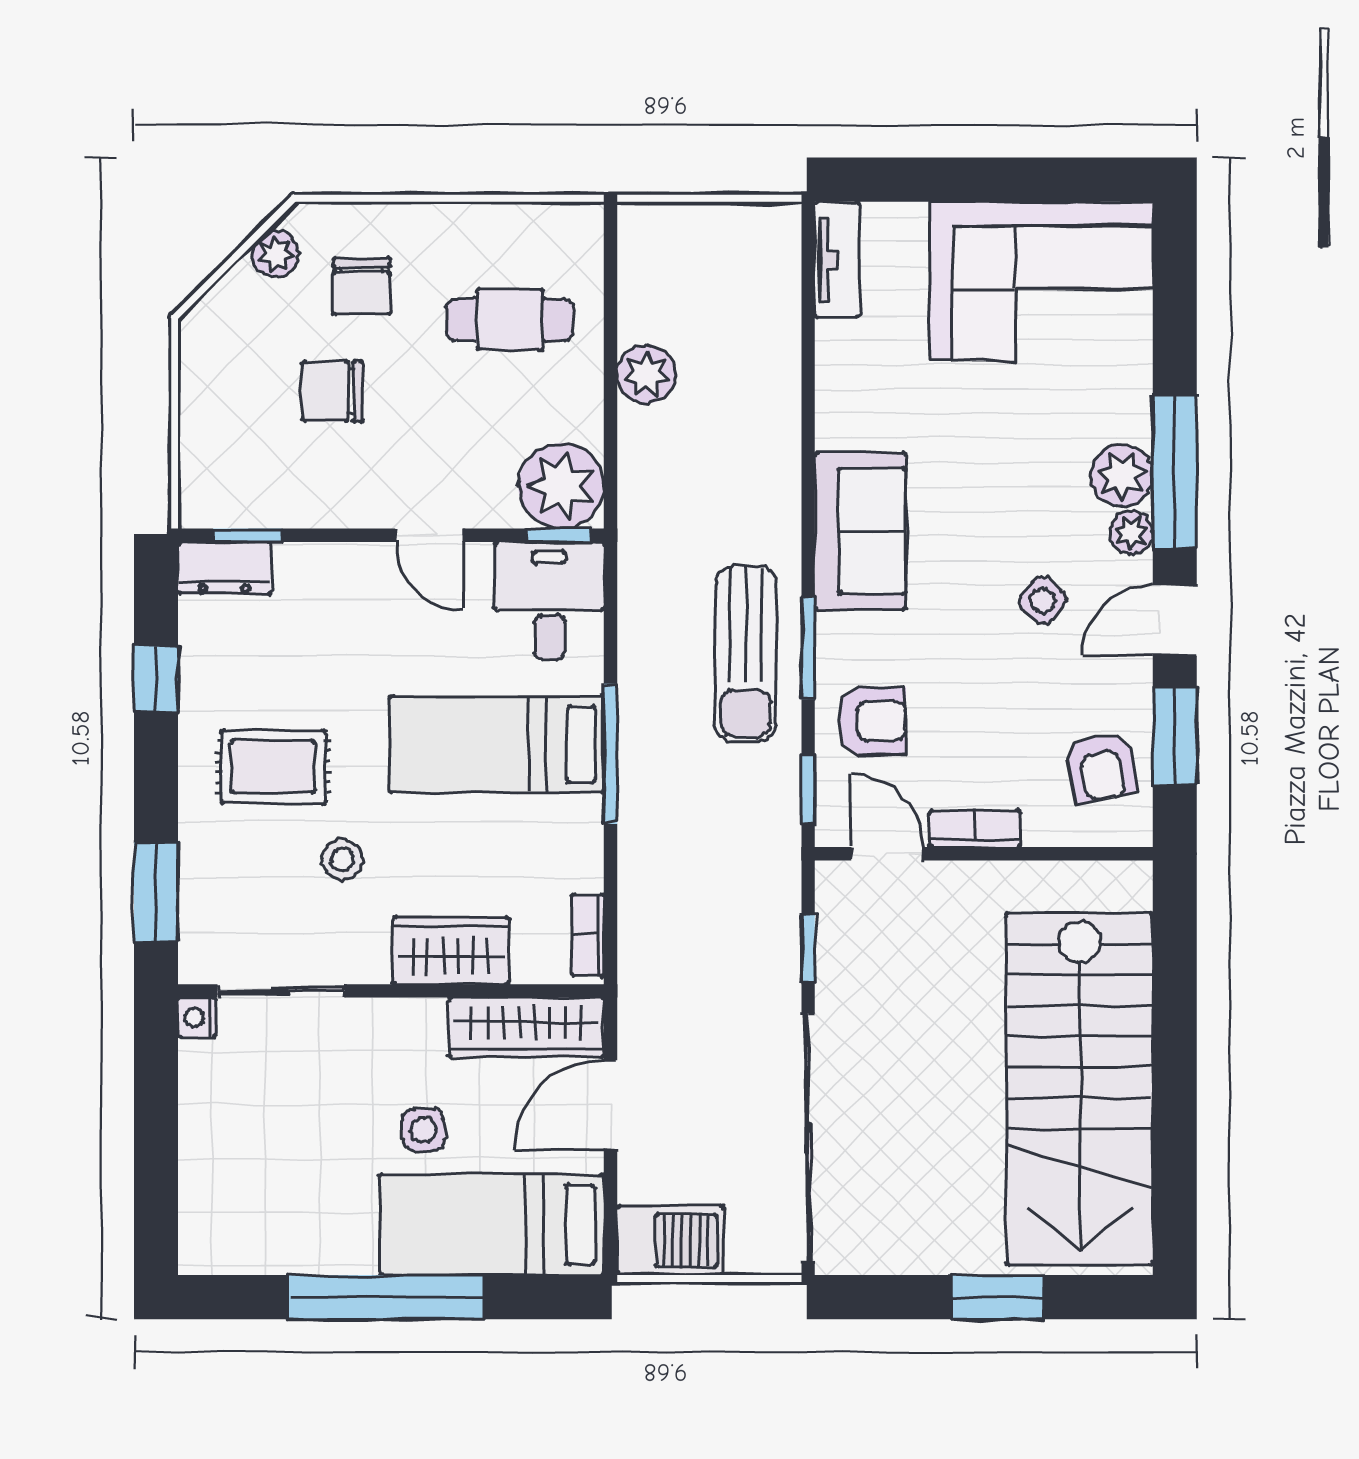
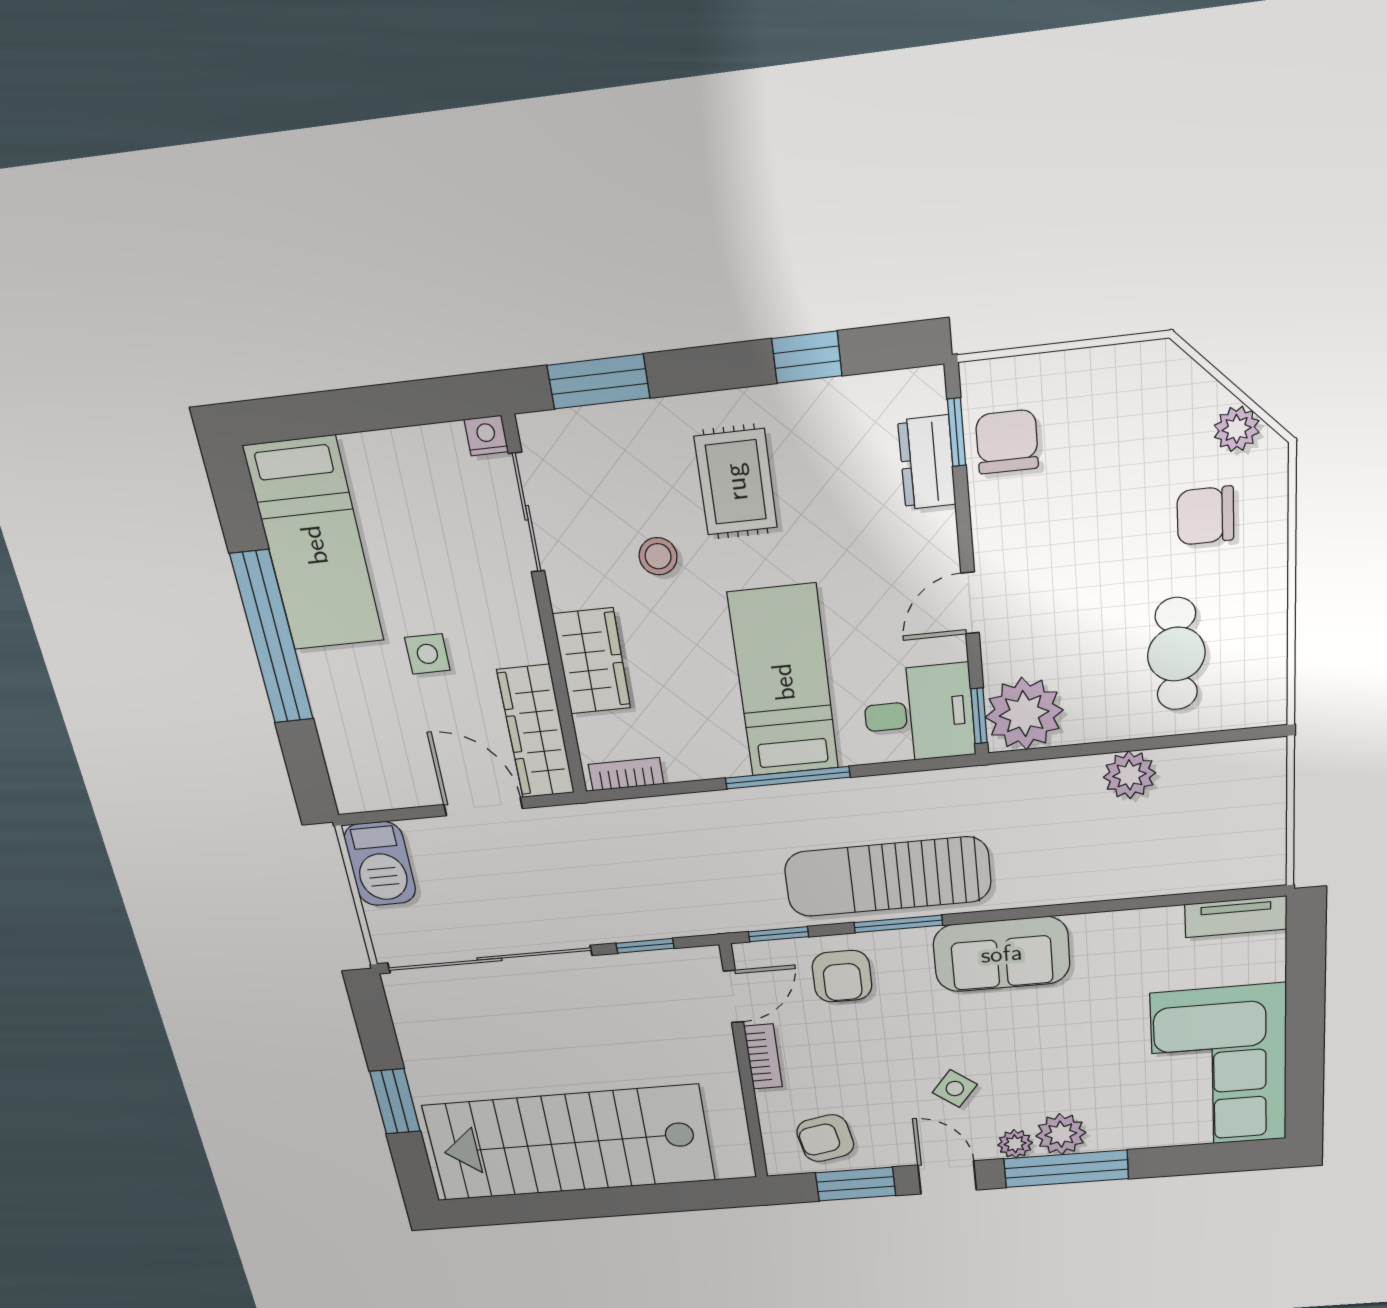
chair: (332, 391) -> (1007, 442), moved
dresser: (224, 568) -> (927, 463), moved
sun lounger: (746, 654) -> (888, 877), width x1.36, depth x1.34
bed: (492, 1225) -> (315, 545), moved, turned 180

